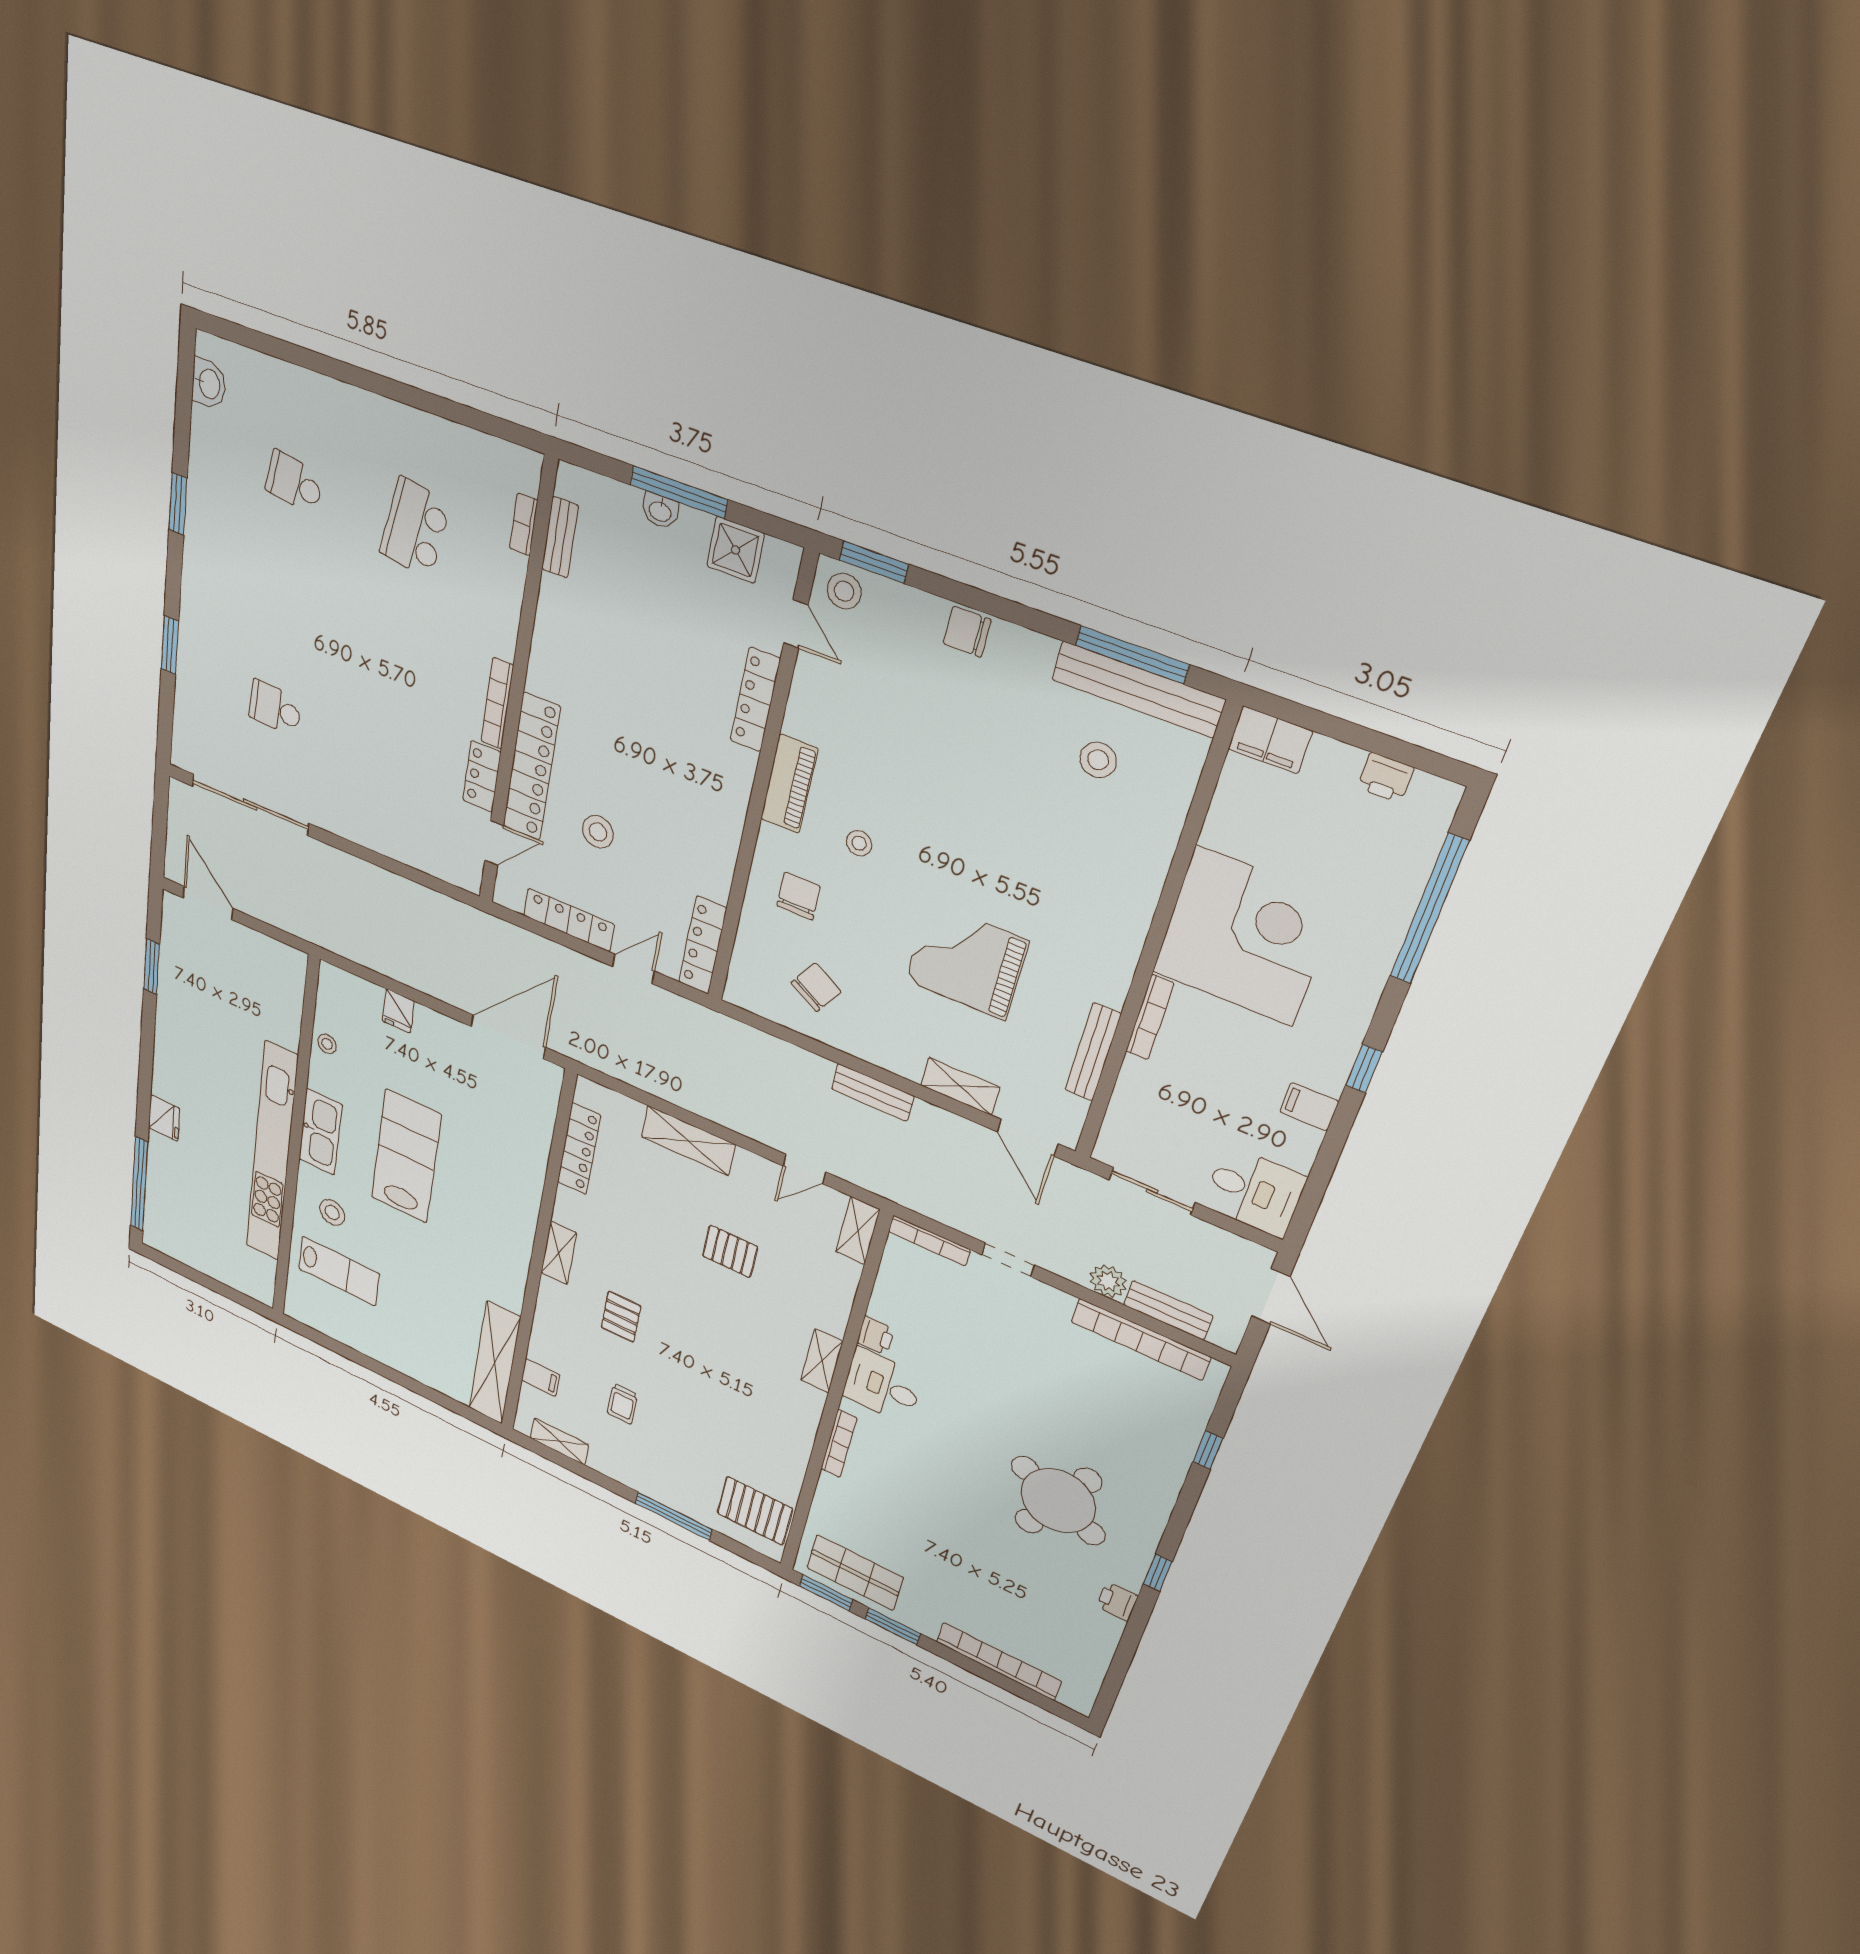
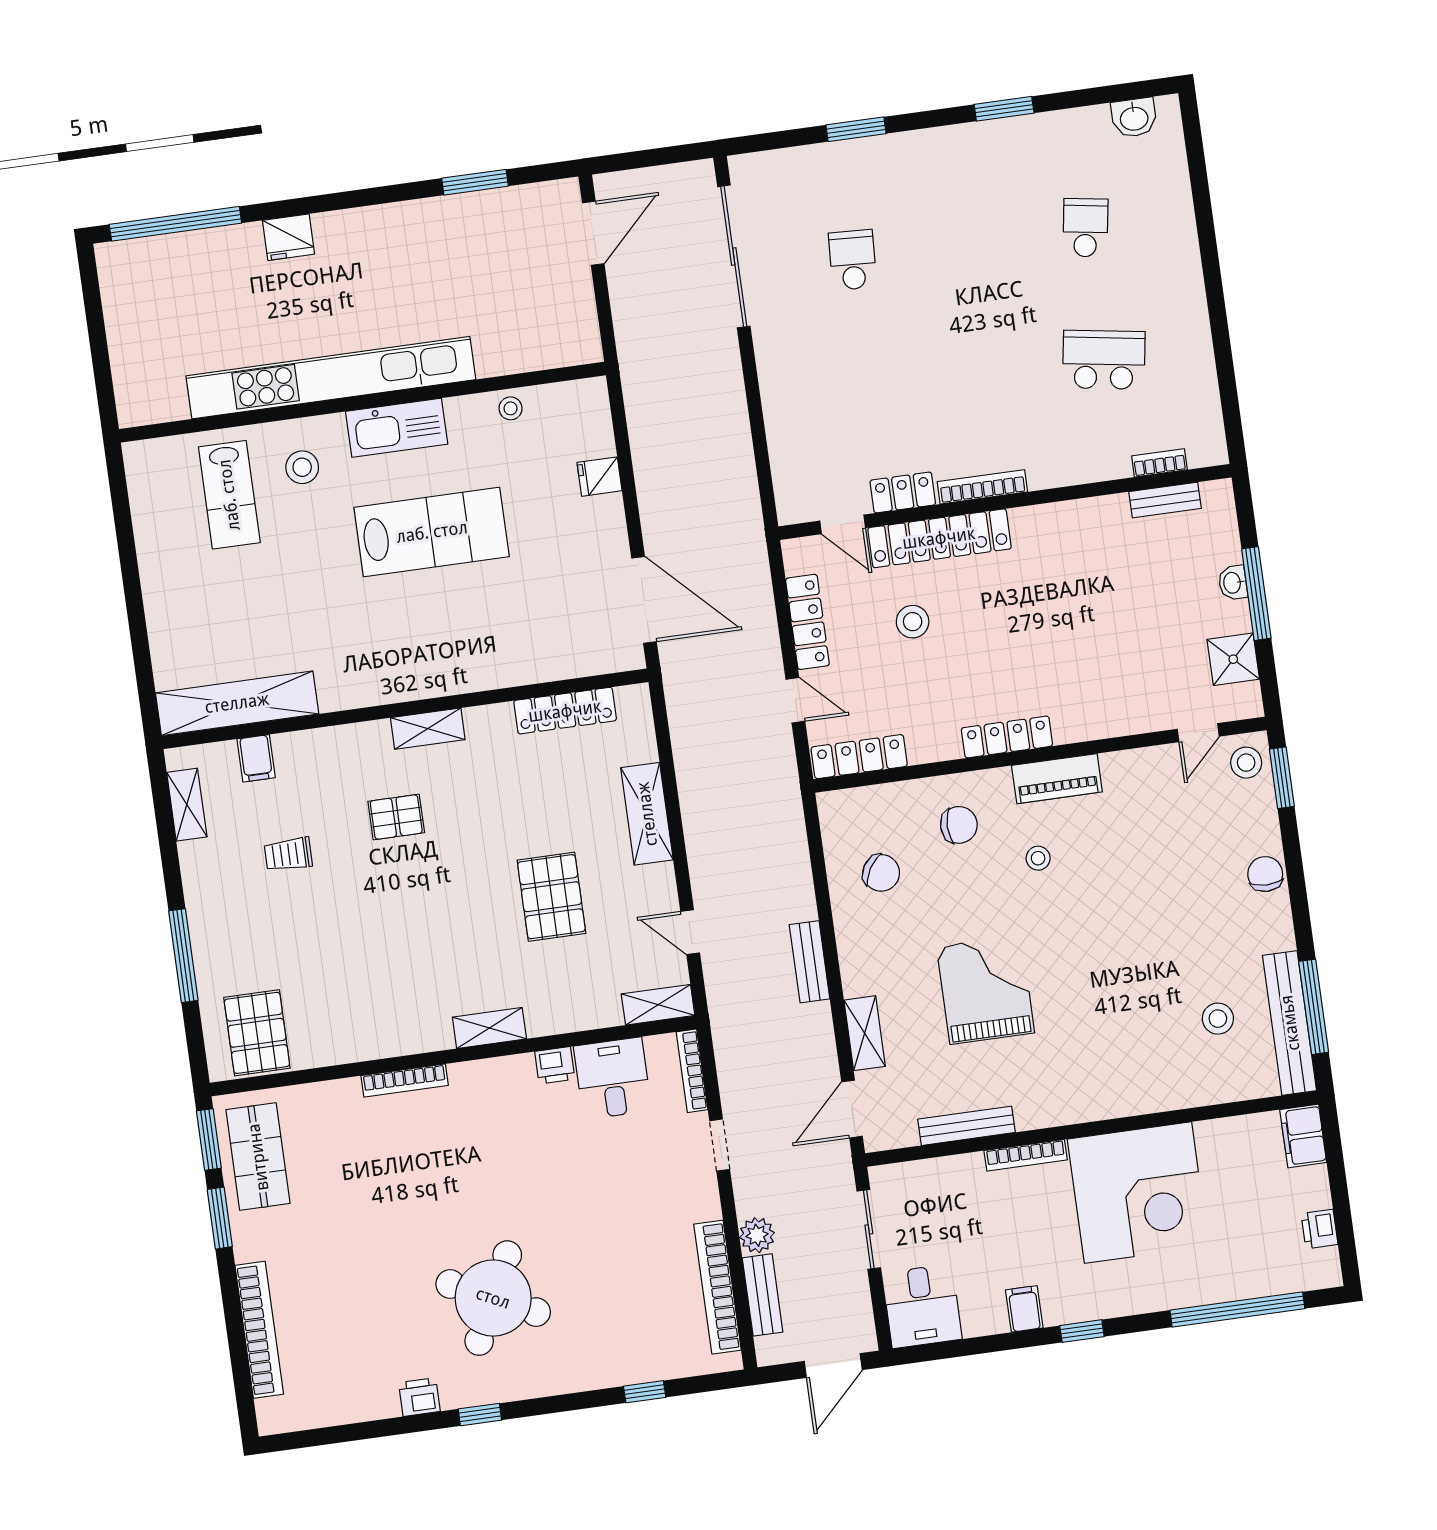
locker: (755, 700) -> (1007, 737), moved
pallet: (730, 1251) -> (551, 897), width x1.50, depth x1.42
desk: (882, 1386) -> (613, 1078), moved

